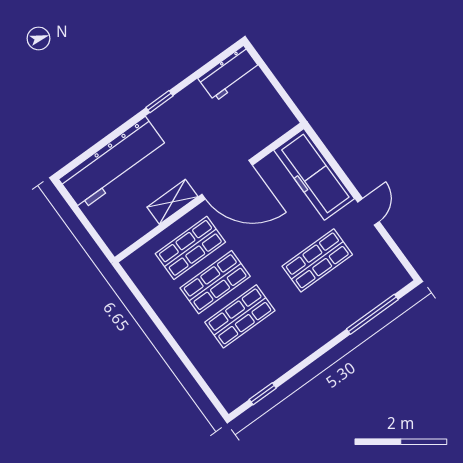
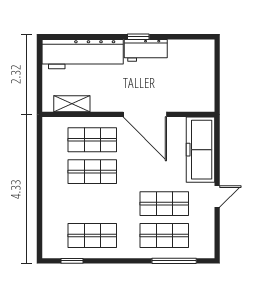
workbench: (229, 74) -> (146, 50), moved
shelving: (172, 202) -> (72, 104), moved
shop shelf: (342, 295) -> (164, 236), added
shop shelf: (240, 316) -> (92, 236), moved

